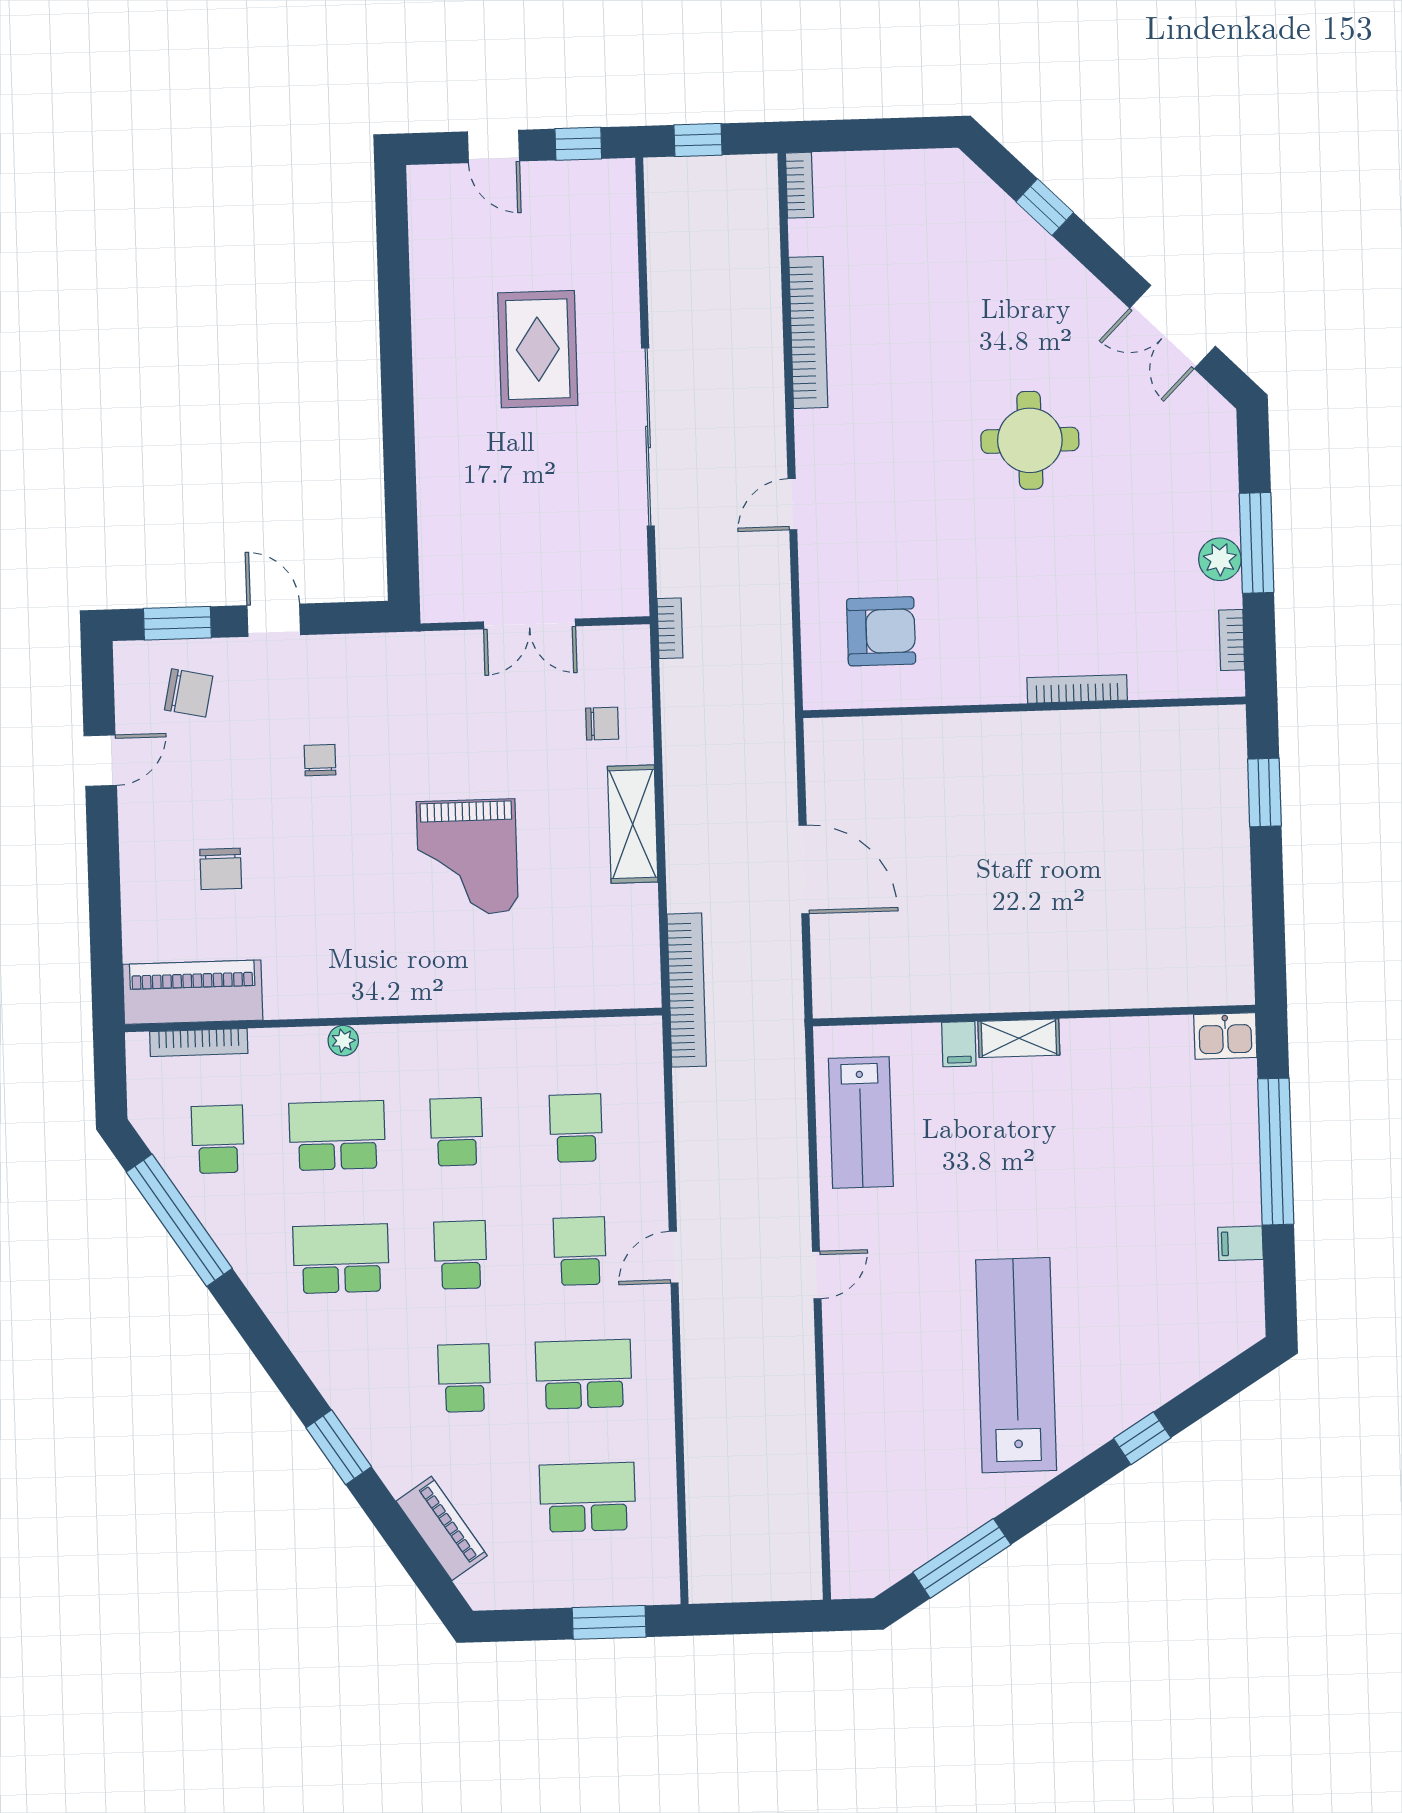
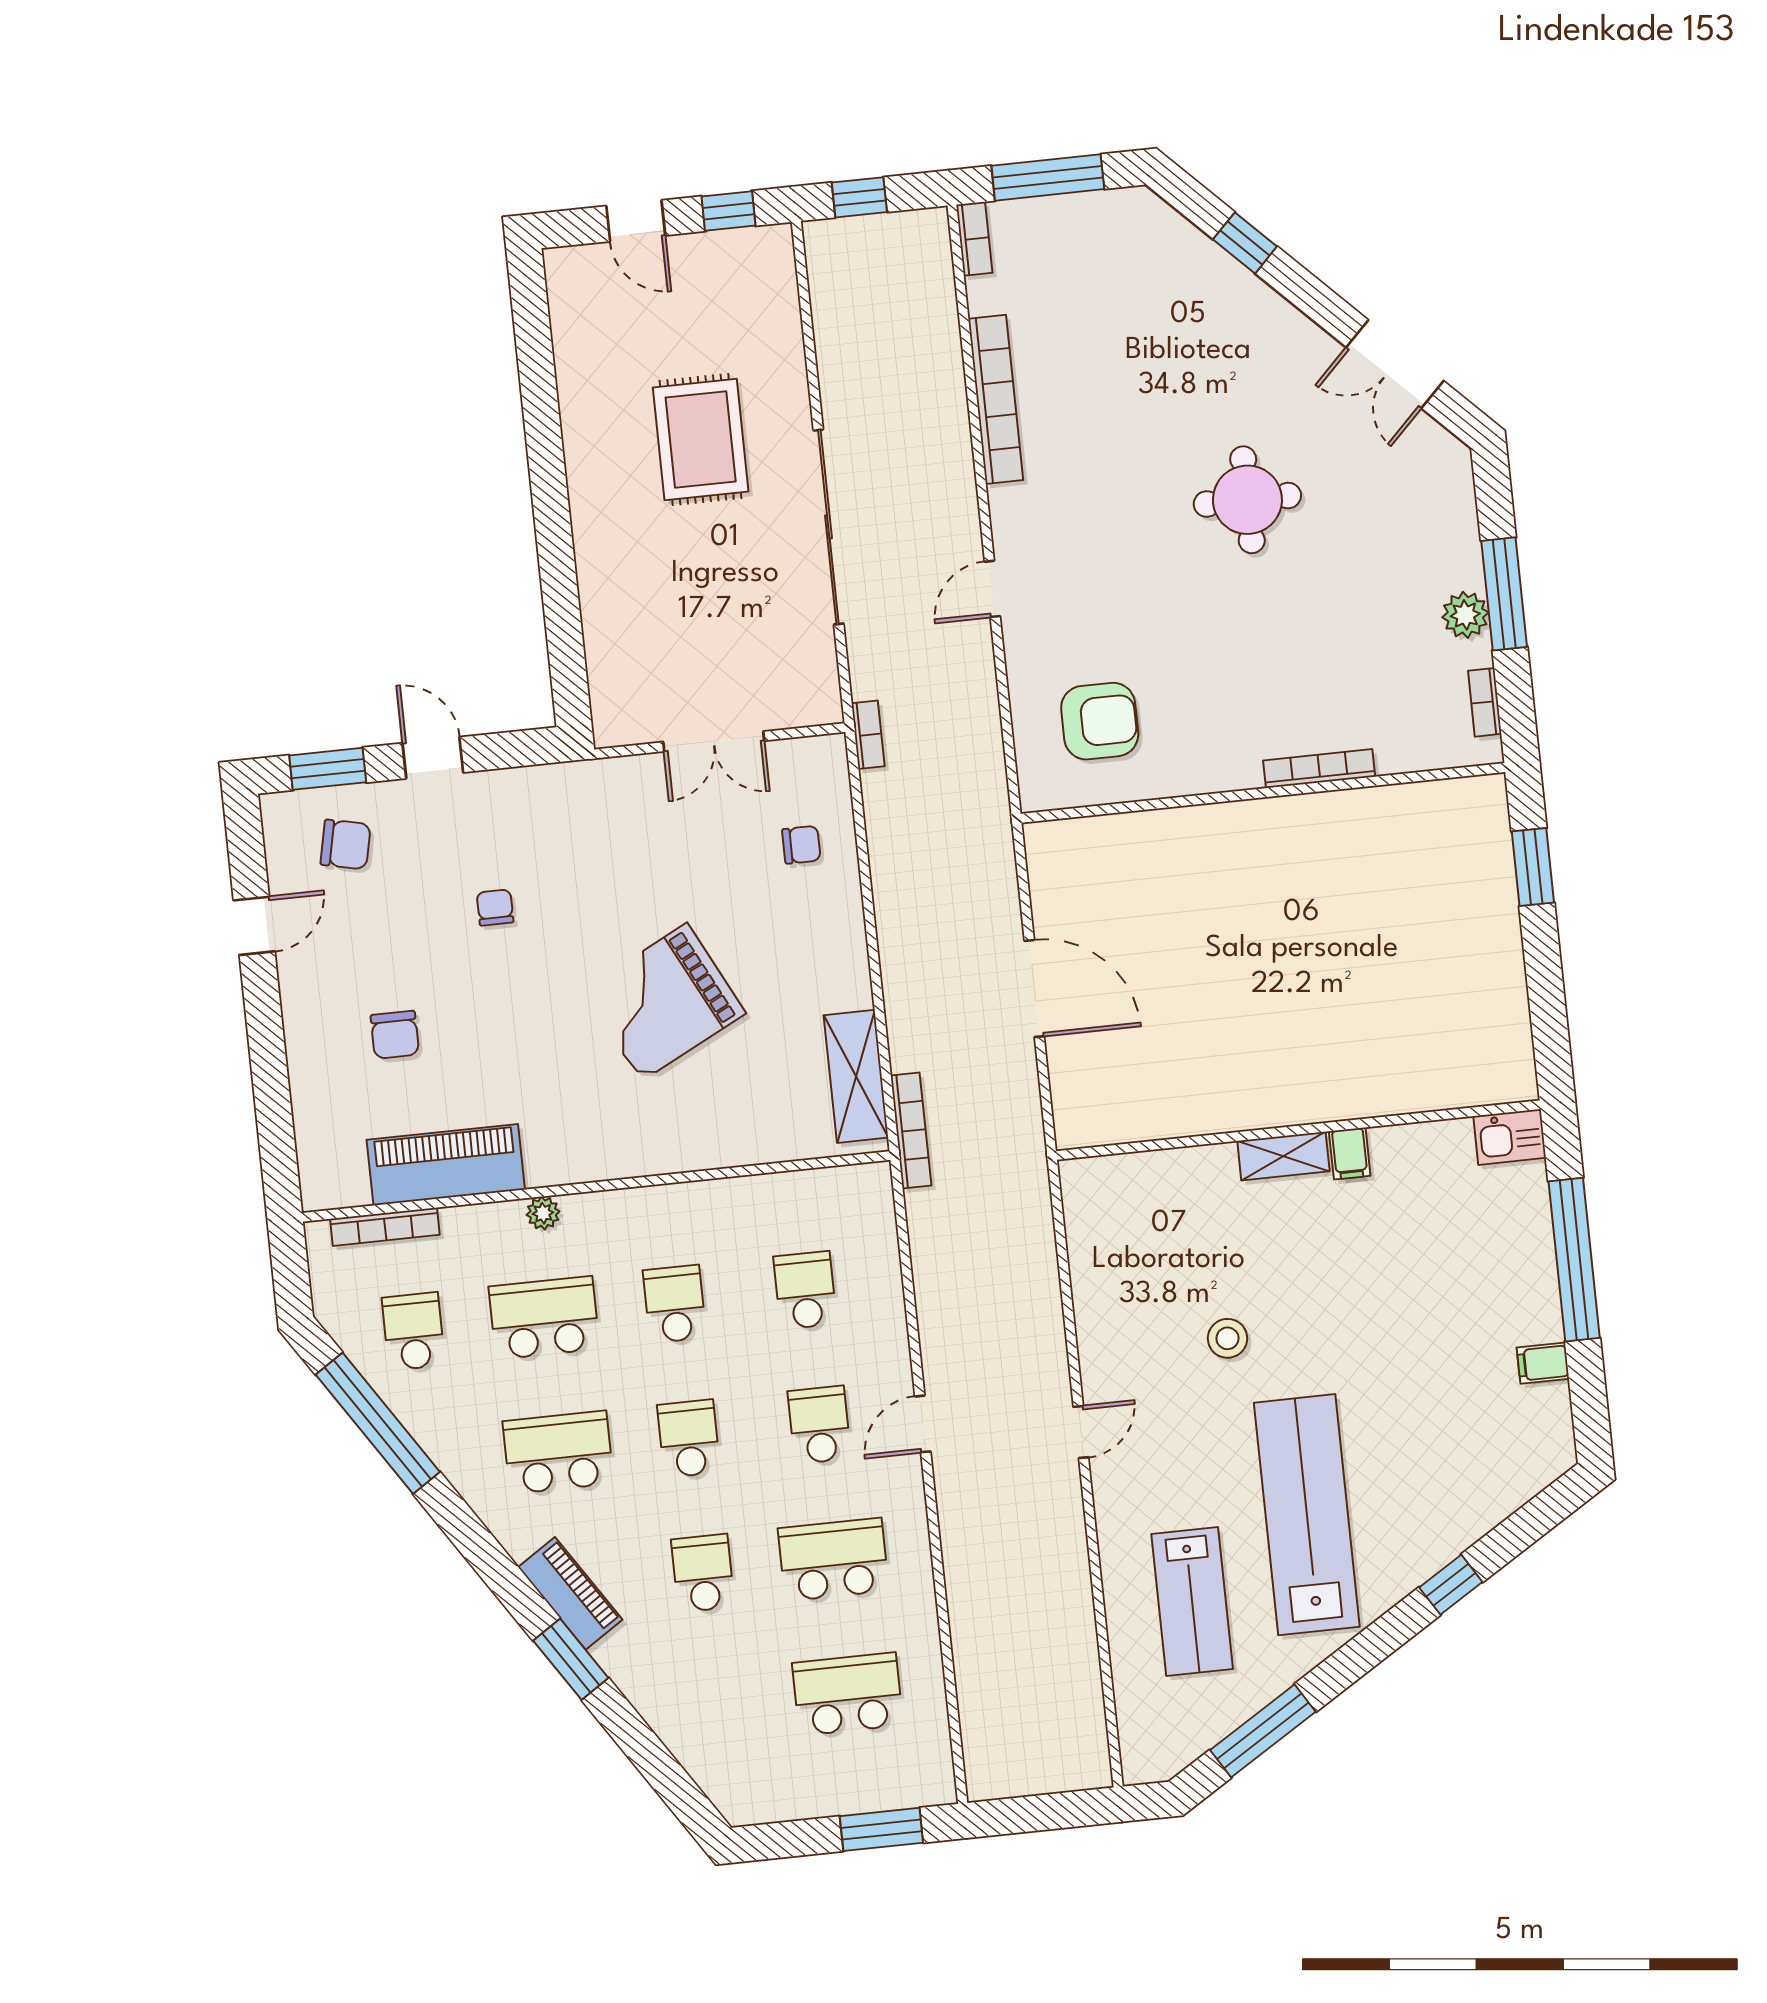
window: (870, 135) -> (1048, 177), added
shelving: (633, 824) -> (856, 1076), moved
grand piano: (467, 857) -> (664, 1002), turned 63
bookcase: (687, 990) -> (911, 1131), width x0.68, depth x0.76
piano: (193, 992) -> (446, 1165), moved
filing cabinet: (959, 1044) -> (1350, 1154), moved
lab bench: (861, 1122) -> (1192, 1602), moved
stool: (956, 1200) -> (1228, 1338), added
piano: (442, 1528) -> (570, 1593), moved

